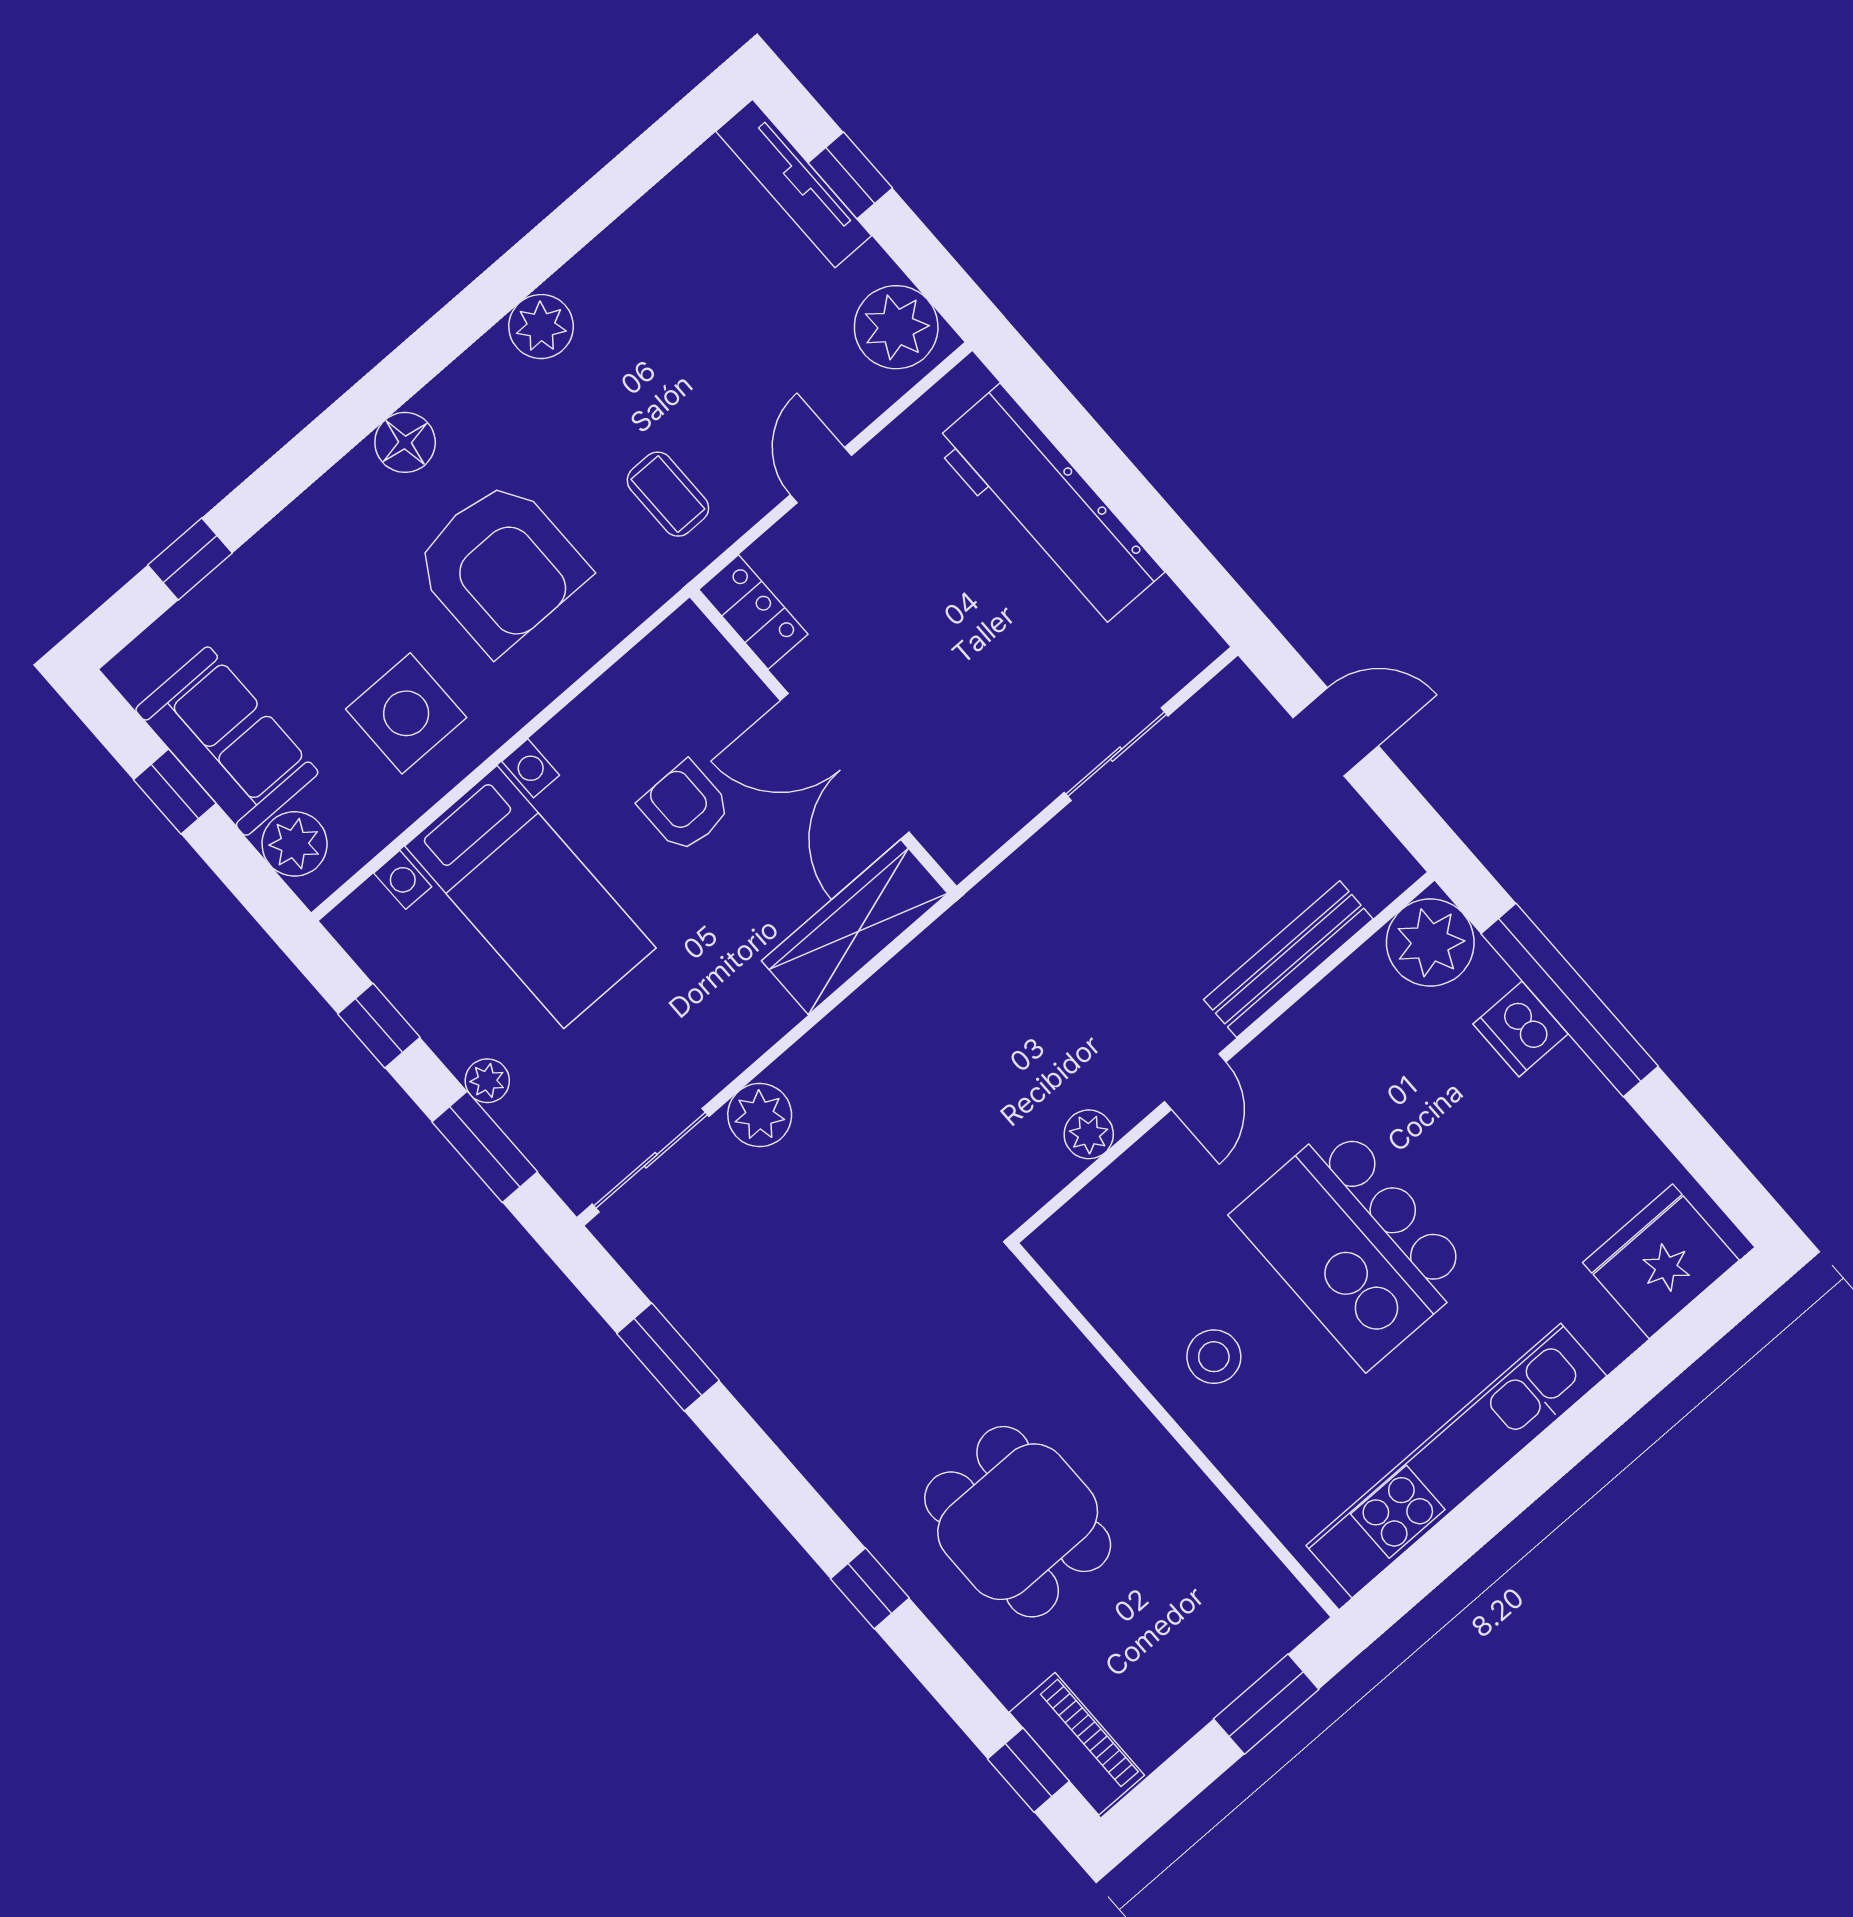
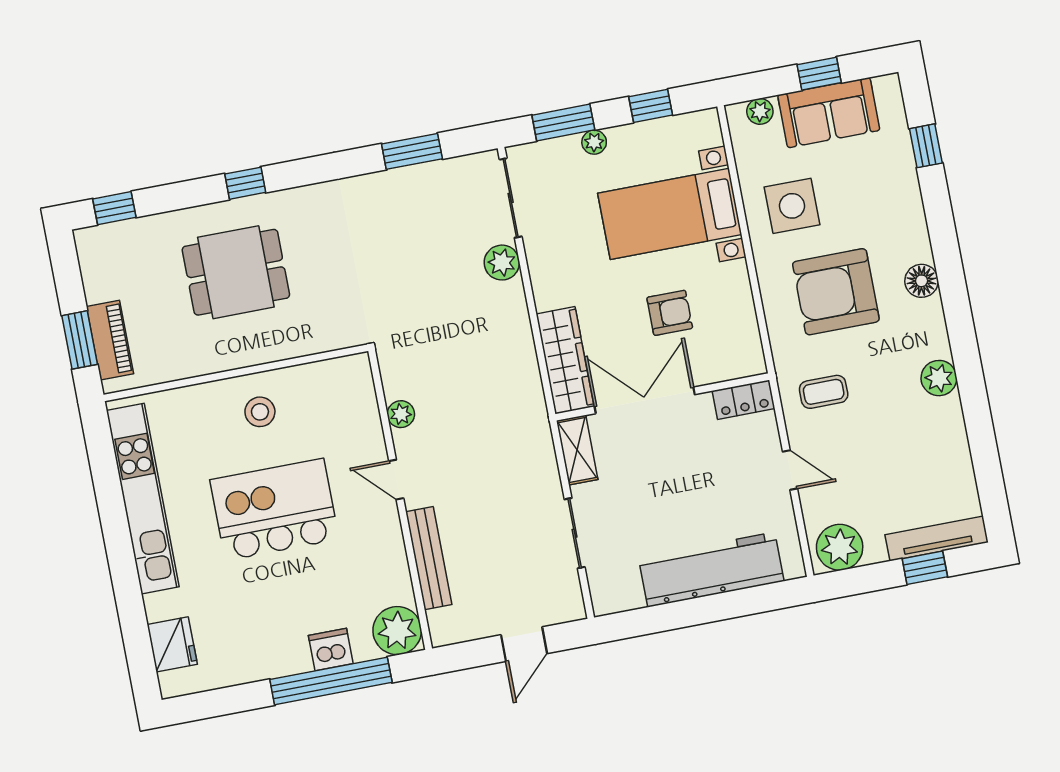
shelving: (984, 826) -> (577, 450), added
plant: (295, 844) -> (760, 111), width x0.73, depth x0.73
fridge: (1661, 1261) -> (172, 644), width x0.73, depth x0.75
piano: (1077, 1744) -> (110, 340), moved, turned -90

